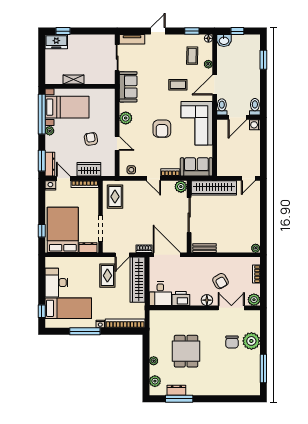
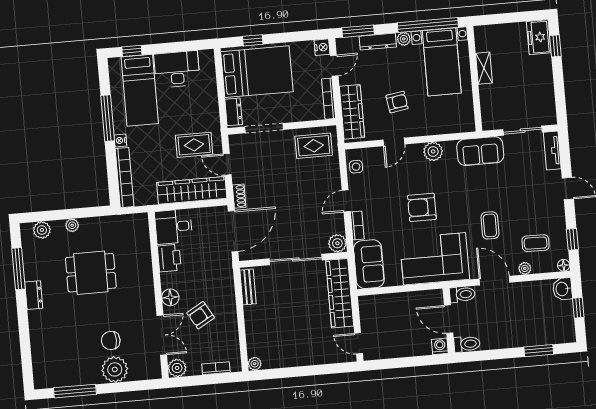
dresser: (50, 164) -> (378, 42), moved
wardrobe: (89, 169) -> (352, 112), width x1.50
dresser: (176, 390) -> (34, 295), moved

